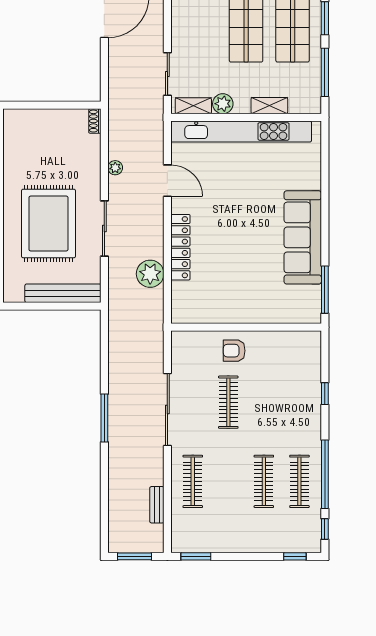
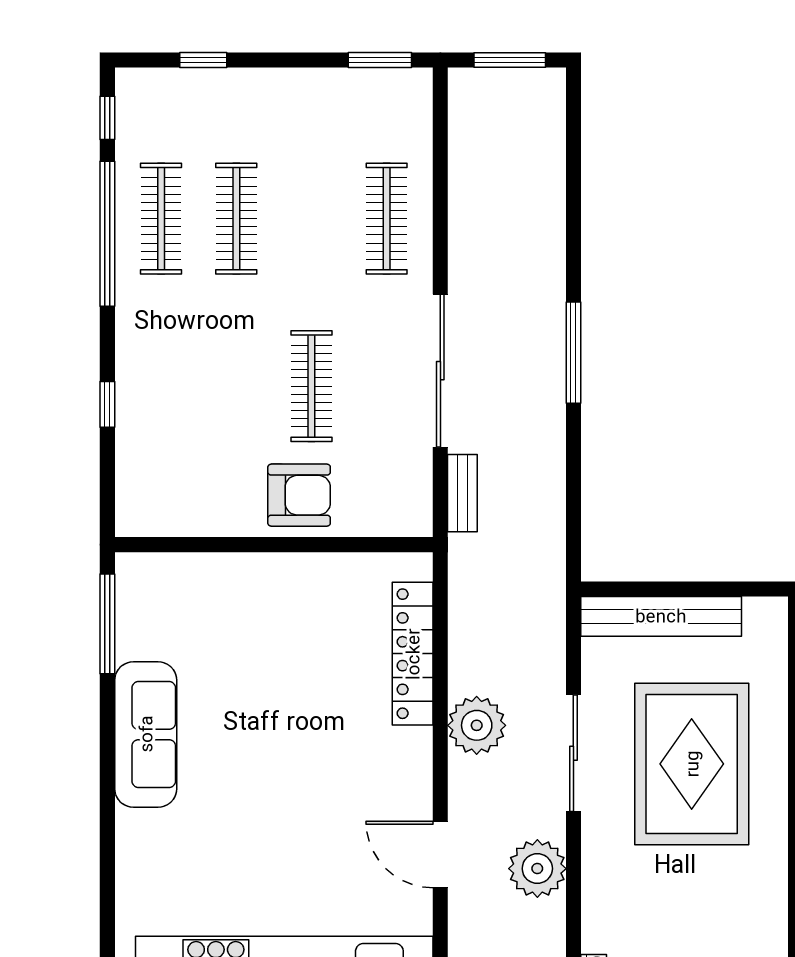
plant: (115, 168) -> (537, 869), width x1.87, depth x1.87
sofa: (303, 237) -> (146, 734), width x0.74, depth x0.79
locker: (180, 247) -> (413, 654), moved
plant: (150, 274) -> (477, 725), moved
armchair: (234, 351) -> (299, 495), width x1.38, depth x1.38
bench: (157, 505) -> (462, 493), moved
window: (295, 556) -> (203, 60), moved

